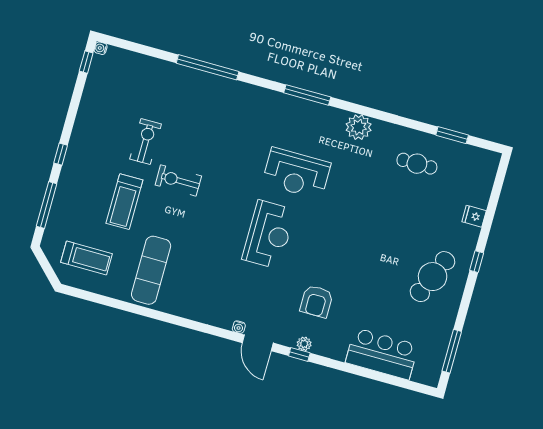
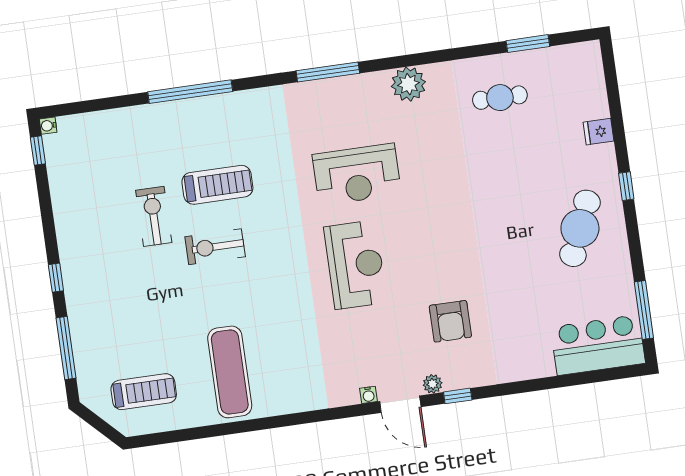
treadmill: (124, 202) -> (217, 185), moved, turned -90
plant: (304, 344) -> (433, 384), moved
bar counter: (382, 354) -> (598, 345), moved

